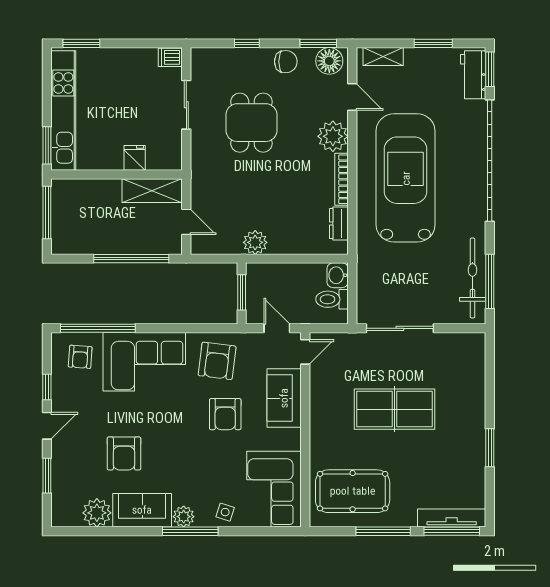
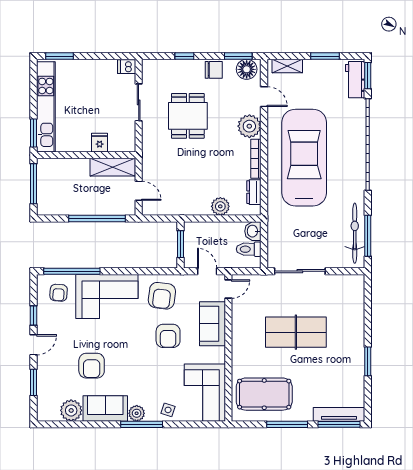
plant: (255, 242) -> (220, 206), moved

